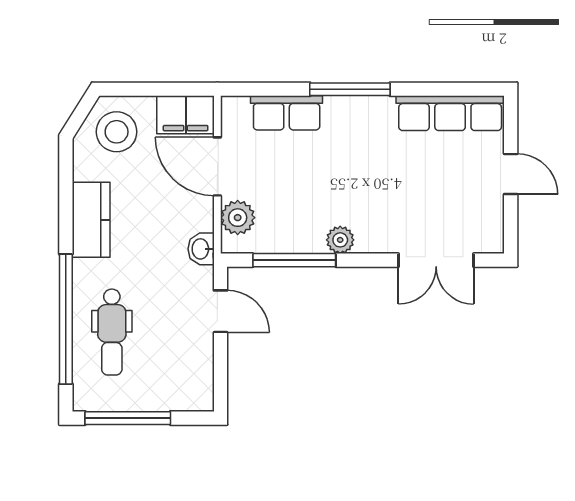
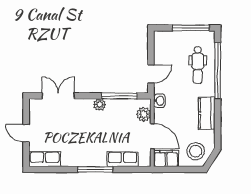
row of seats: (450, 113) -> (45, 159), width x0.68
door: (221, 311) -> (151, 74), swing flipped
dental chair: (112, 332) -> (198, 65), turned 180

